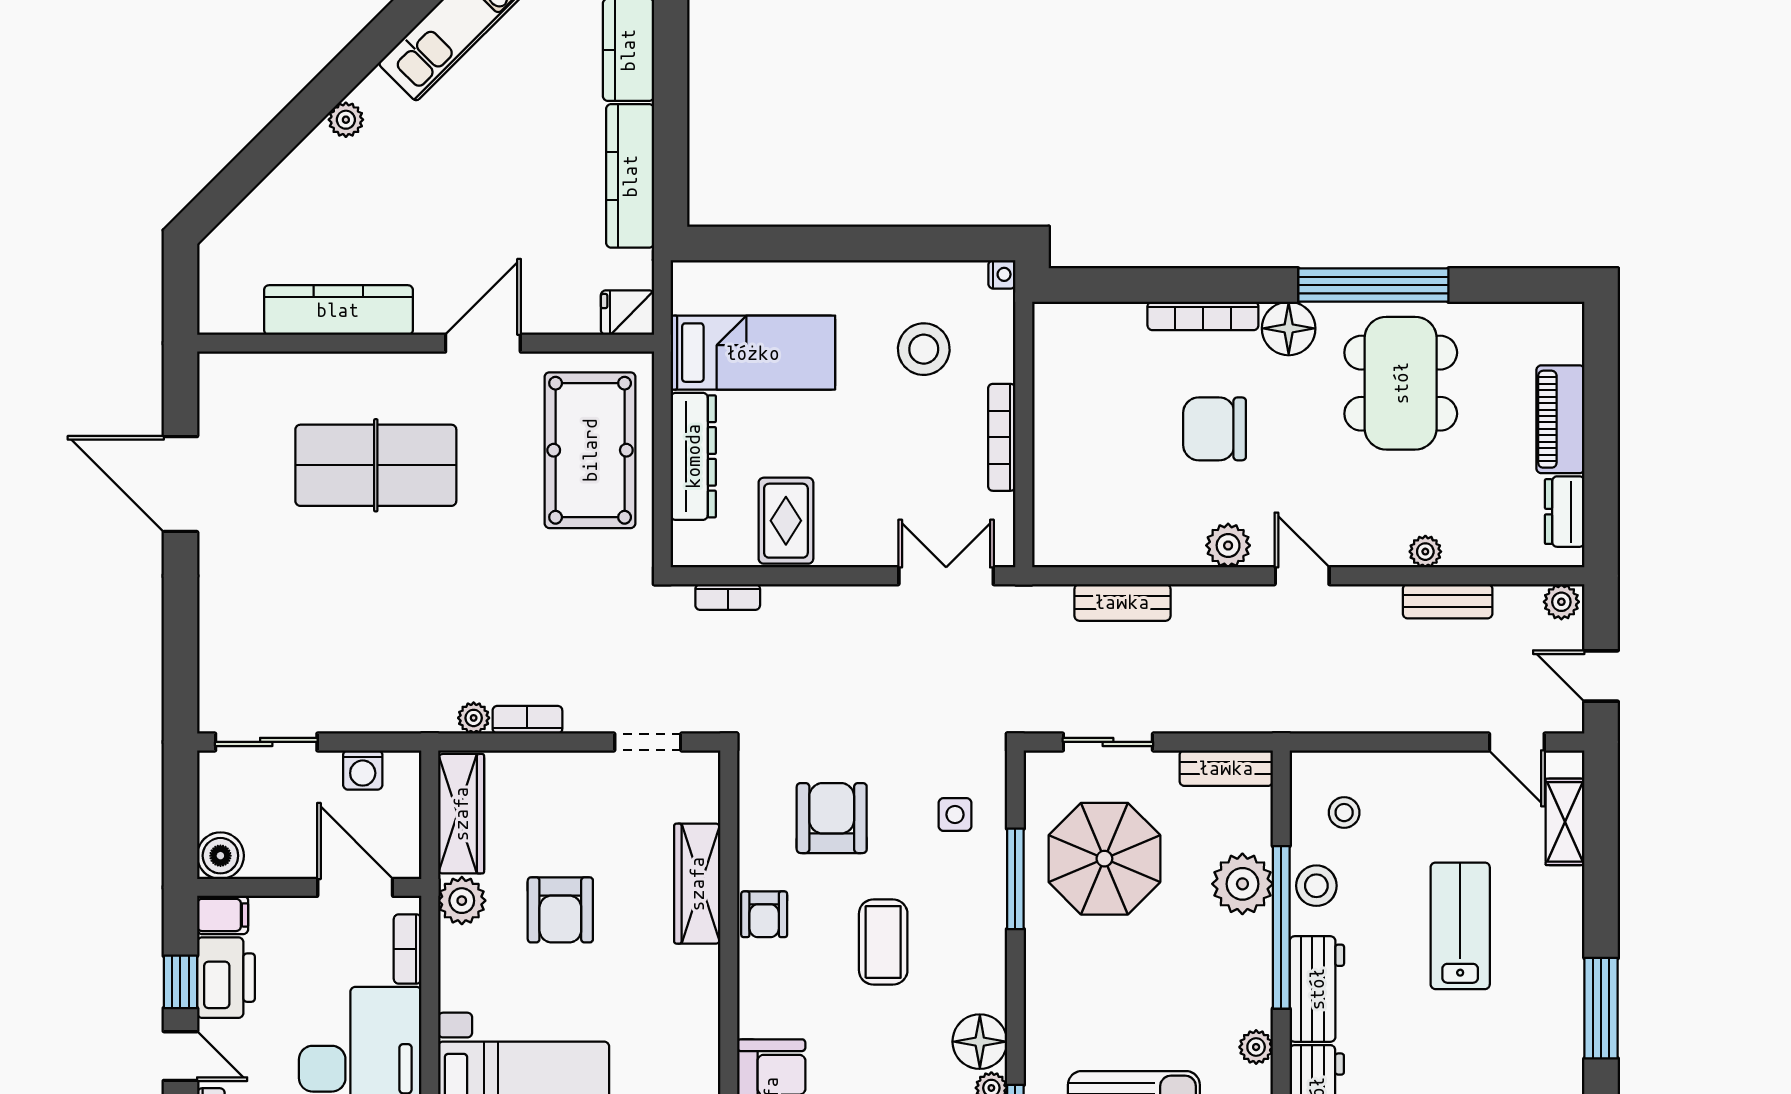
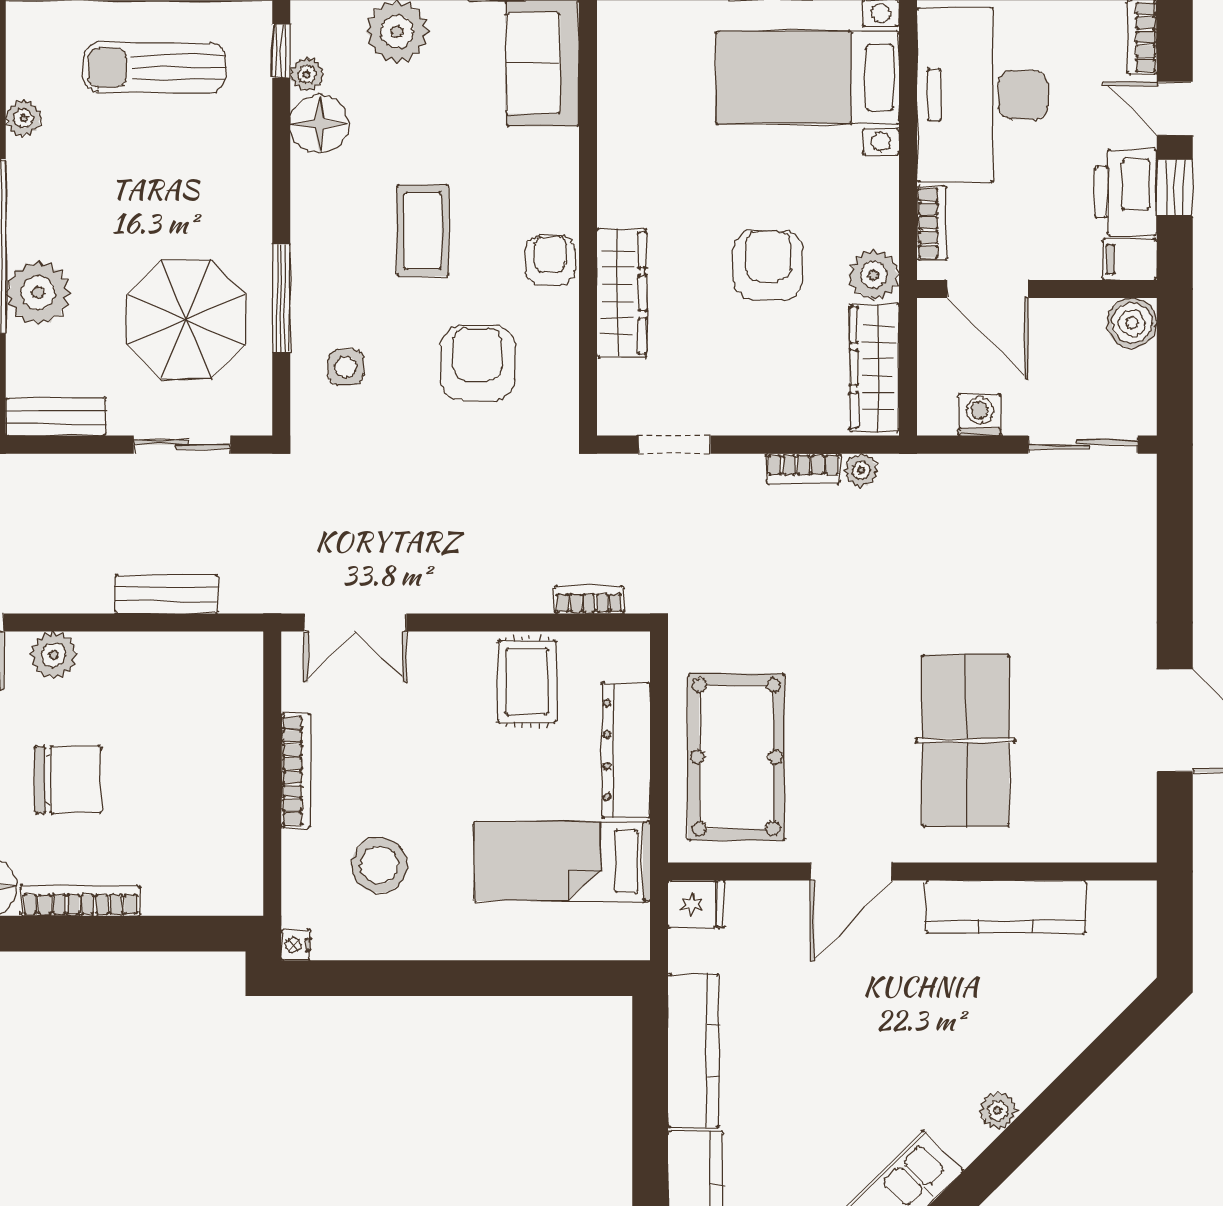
table tennis table: (376, 465) -> (966, 741), turned 90
armchair: (832, 818) -> (478, 363), turned 180

